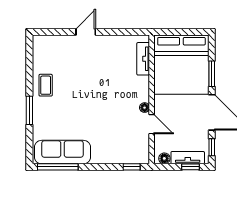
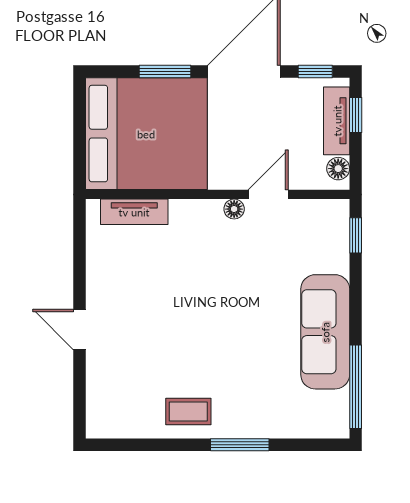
sofa: (62, 152) -> (325, 332), moved

